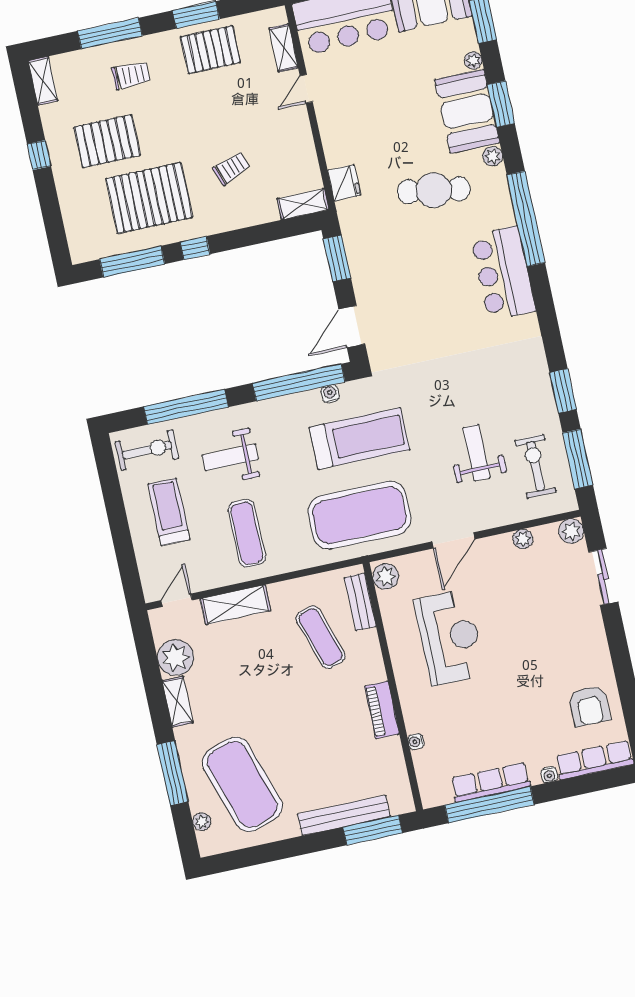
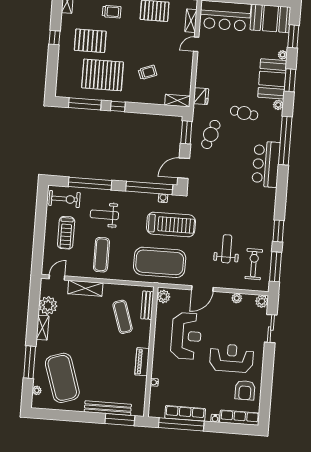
cafe table: (434, 190) -> (244, 113), width x0.73, depth x0.74
cafe table: (384, 249) -> (211, 134), added
treadmill: (169, 512) -> (66, 233), turned 180
reception desk: (546, 654) -> (232, 358), added

